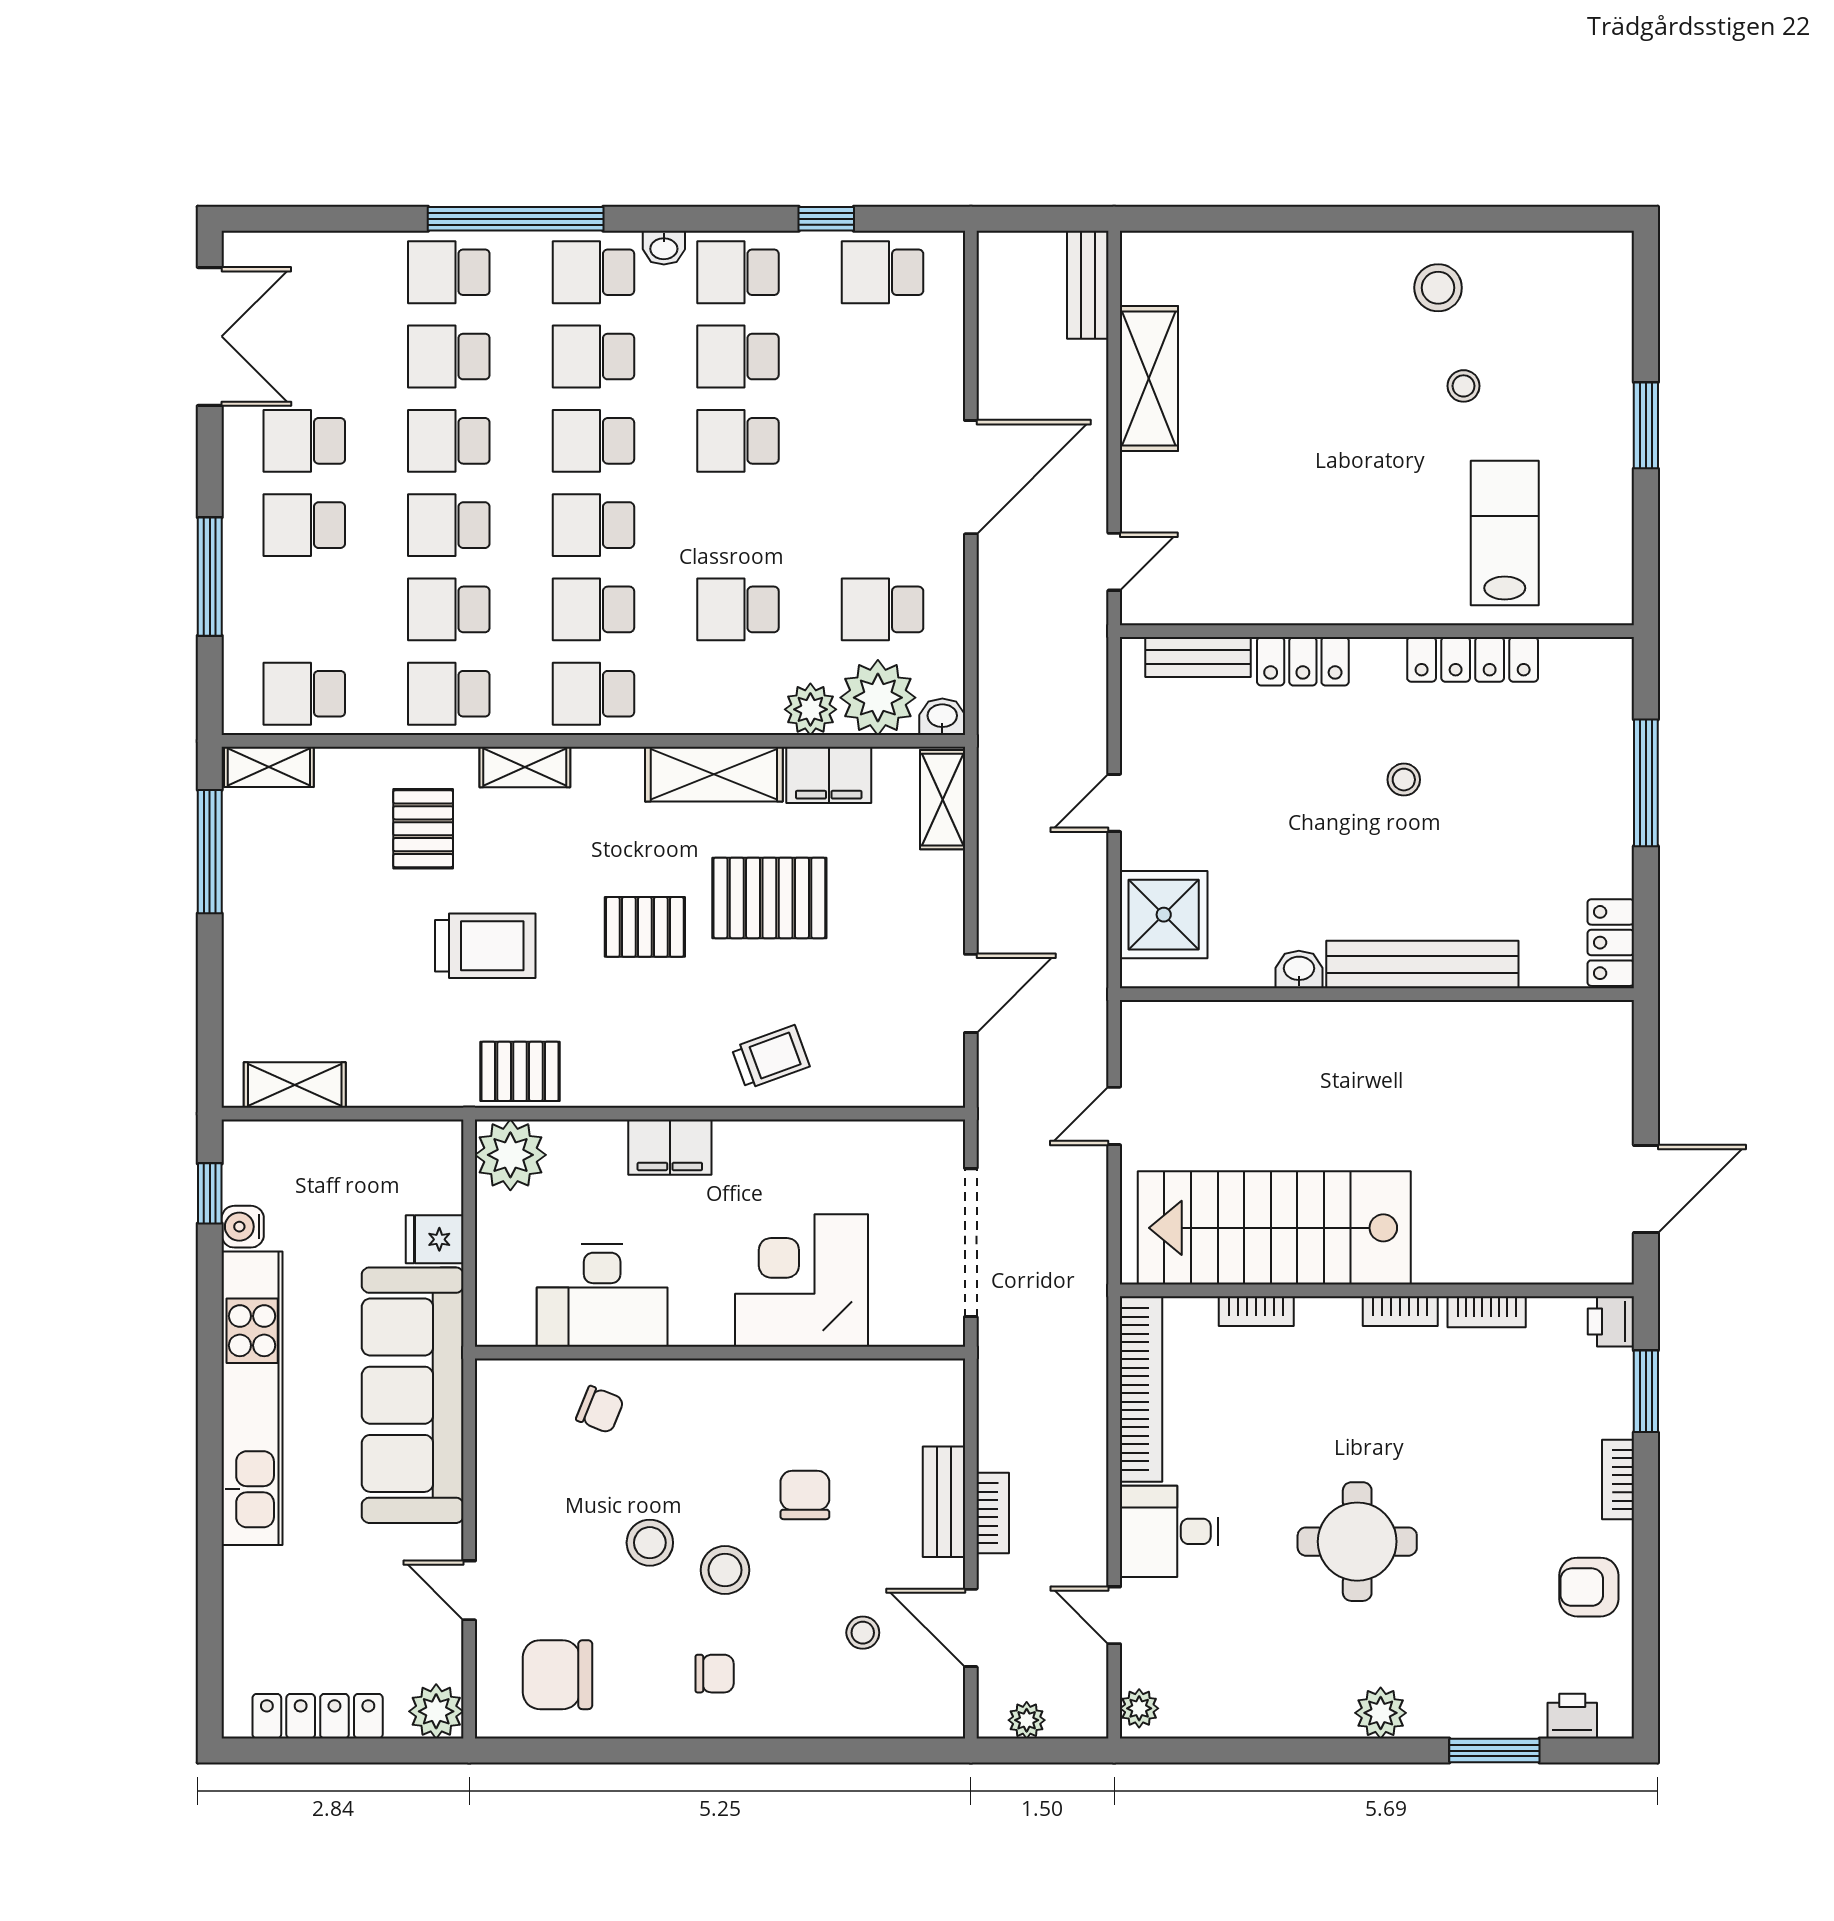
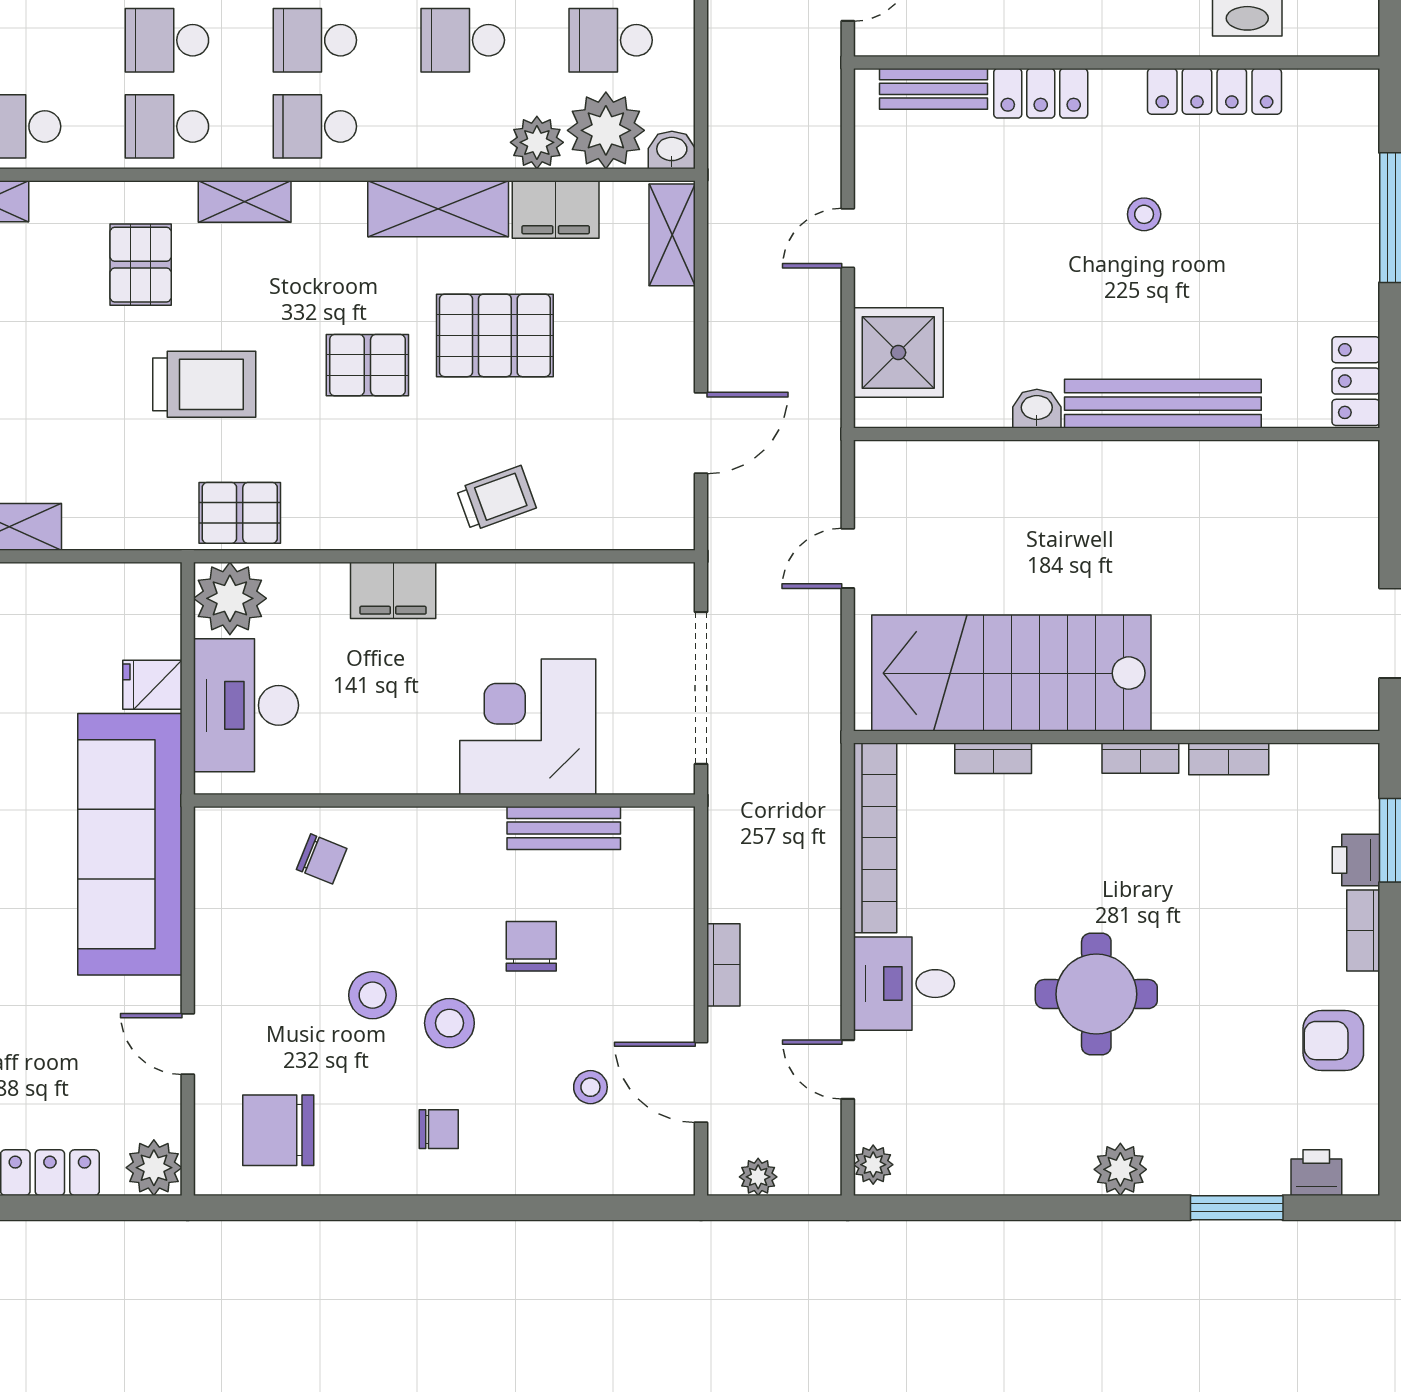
desk: (602, 1296) -> (246, 705), moved, turned 90
printer: (1611, 1321) -> (1356, 860), moved
bench: (944, 1502) -> (564, 828), moved, turned 90

